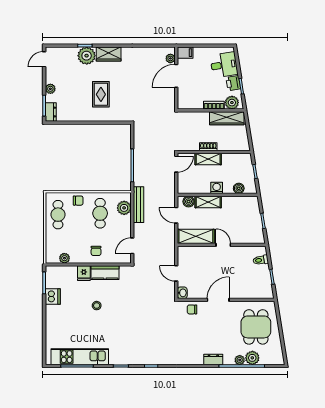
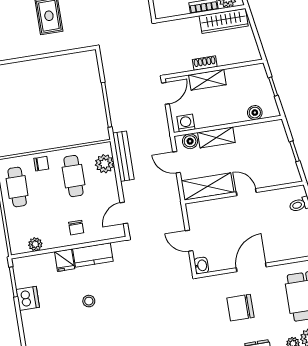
washing machine: (217, 188) -> (186, 123), moved
chair: (192, 309) -> (240, 308), moved, width x1.87, depth x1.87

